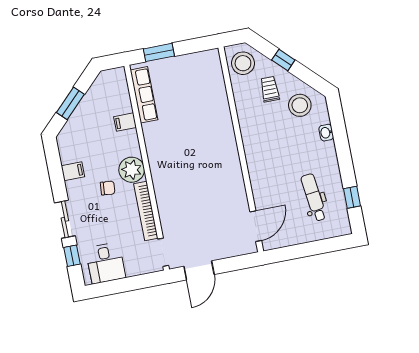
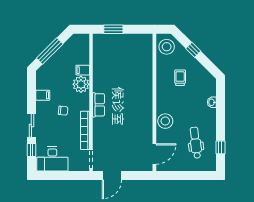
trolley: (270, 89) -> (180, 78), moved
row of seats: (144, 95) -> (98, 105), moved, width x0.68
window: (70, 103) -> (50, 51), width x1.44
stool: (300, 105) -> (165, 121), moved
plant: (132, 170) -> (81, 84), moved
desk: (106, 263) -> (52, 159), width x1.37

